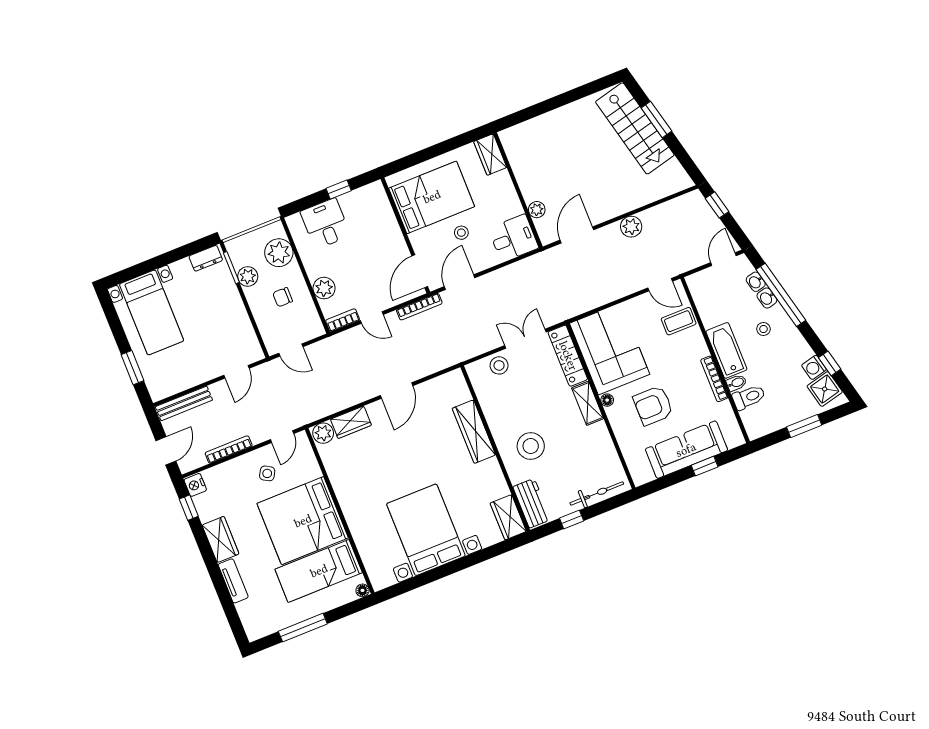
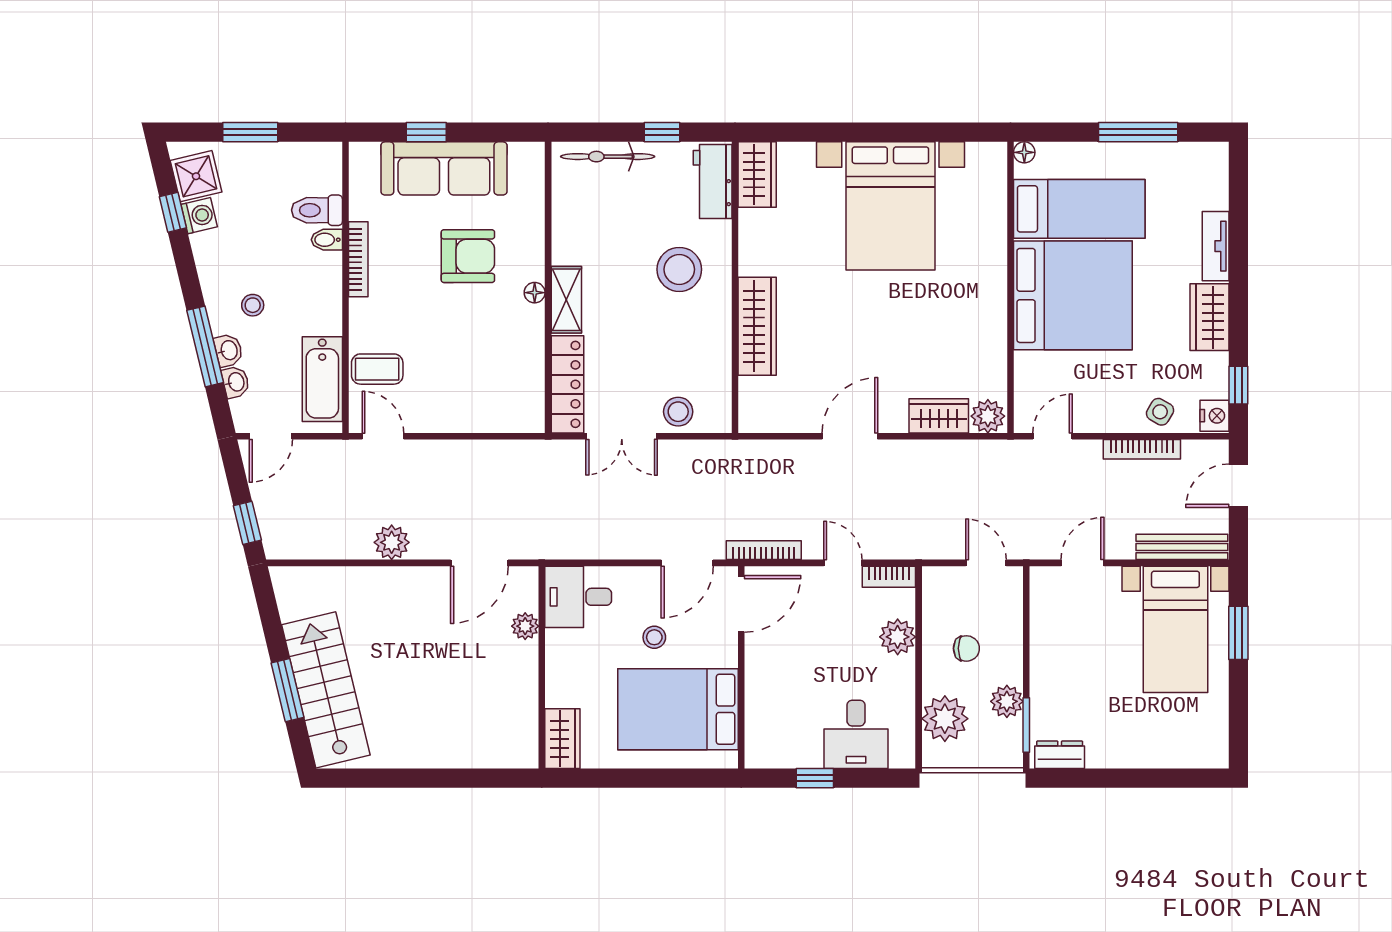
window: (781, 295) -> (205, 346), width x0.68
bed with nightstands: (152, 312) -> (1175, 629), moved, turned 180
corner sofa: (610, 349) -> (499, 369), removed
bathtub: (726, 350) -> (322, 379), moved
side table: (267, 473) -> (1160, 412), moved

